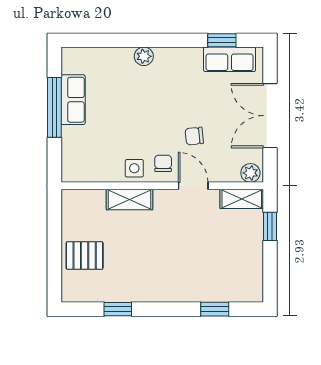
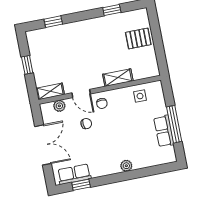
side table: (134, 168) -> (140, 96), moved
plant: (250, 173) -> (59, 106), moved
window: (270, 226) -> (27, 65), moved

